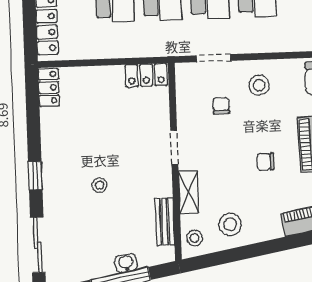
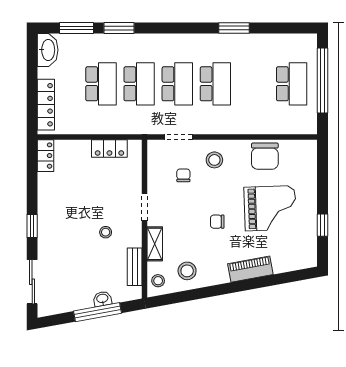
locker: (146, 75) -> (109, 149), moved
stool: (100, 185) -> (106, 232), moved

